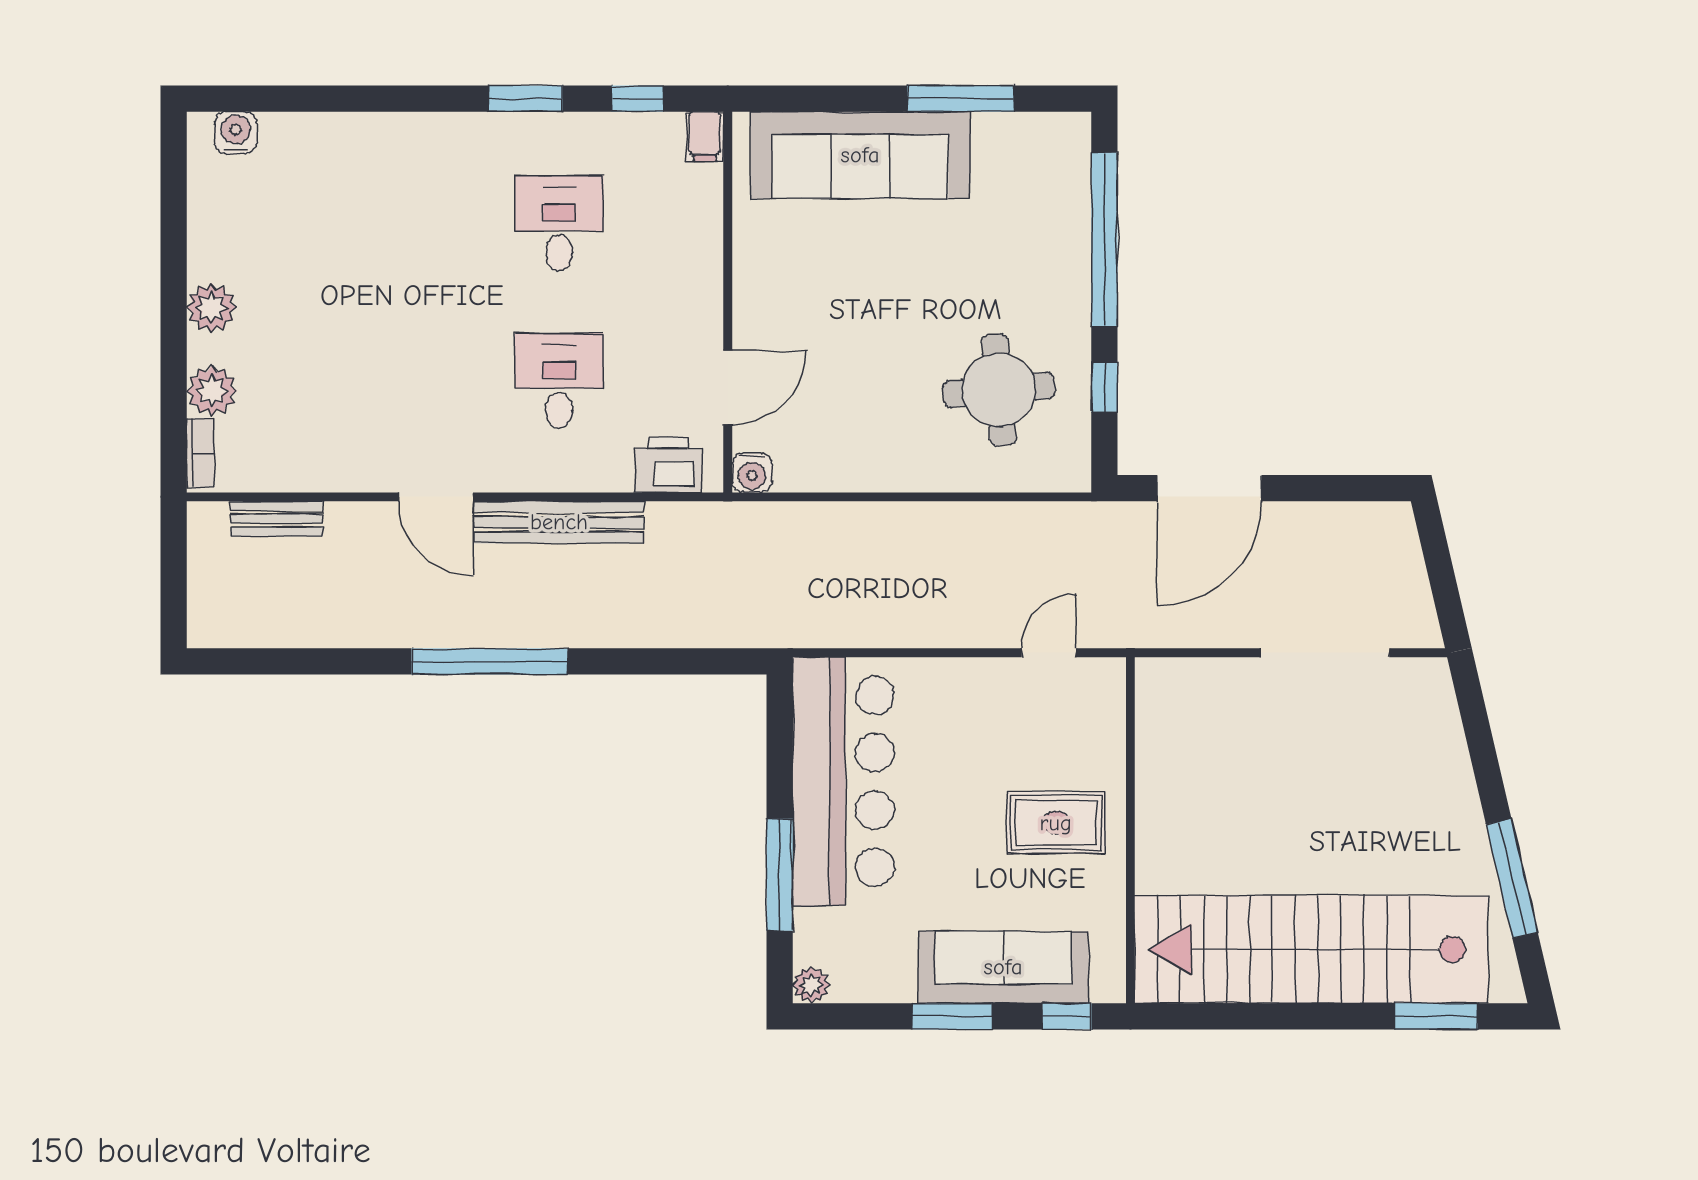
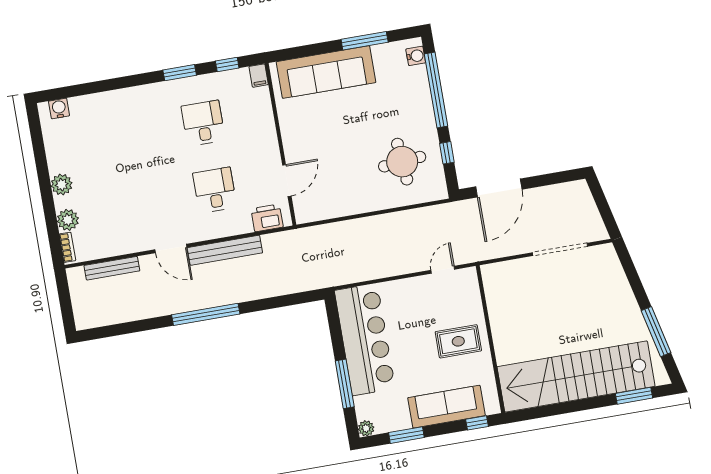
water cooler: (752, 473) -> (416, 56), moved, turned -90
bench: (277, 519) -> (112, 268), width x1.36
window: (952, 1016) -> (406, 435), moved

